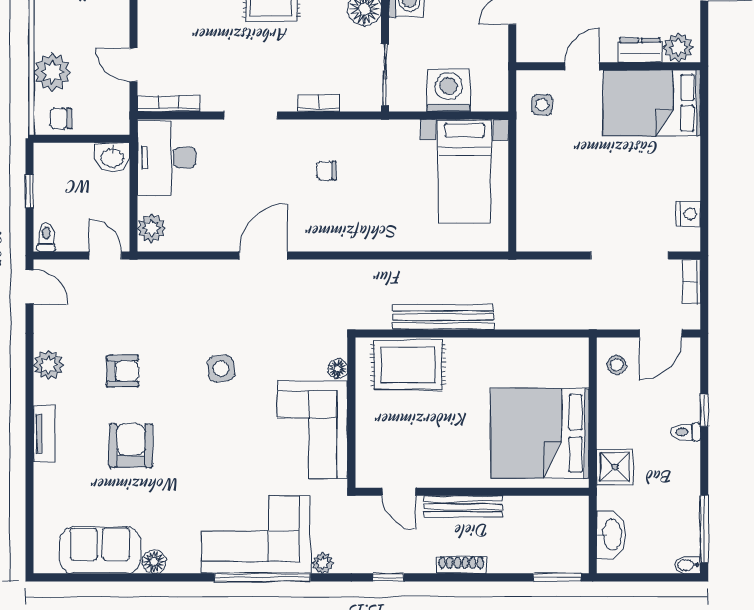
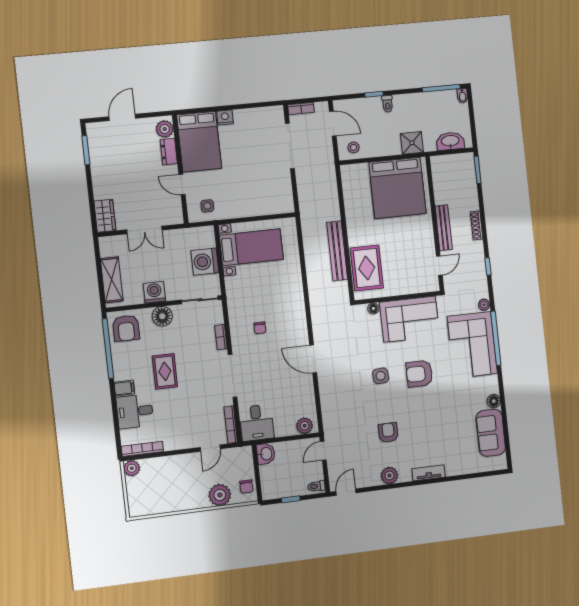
doorway: (251, 115) -> (232, 376), width x1.36
desk: (167, 158) -> (257, 423), width x0.73
nightstand: (688, 214) -> (225, 117), moved
armchair: (131, 446) -> (419, 374), moved

